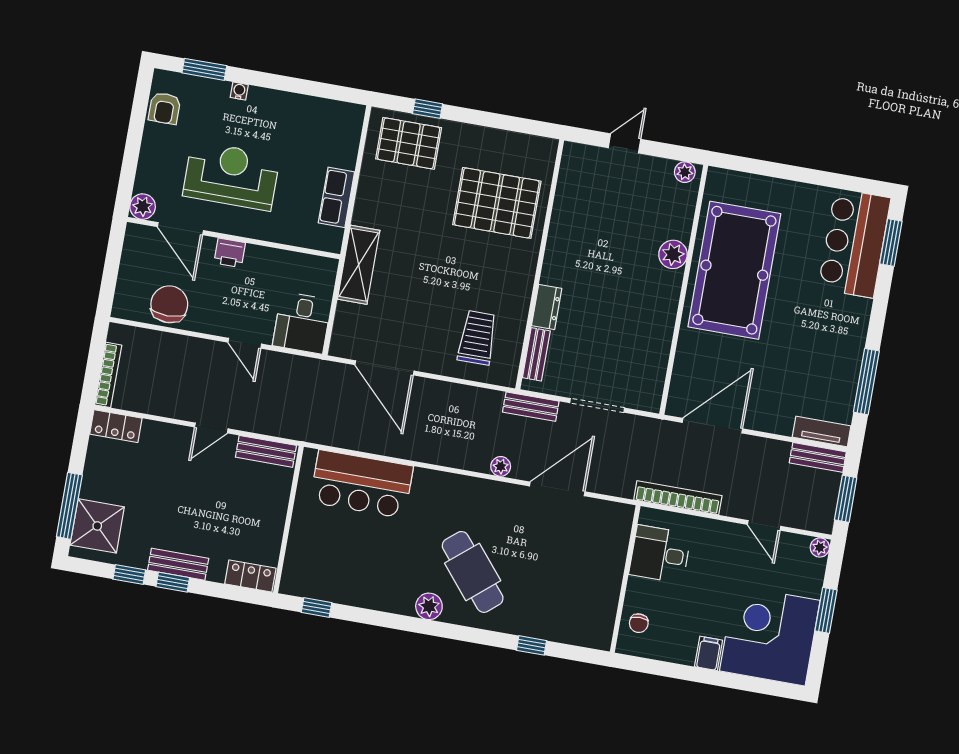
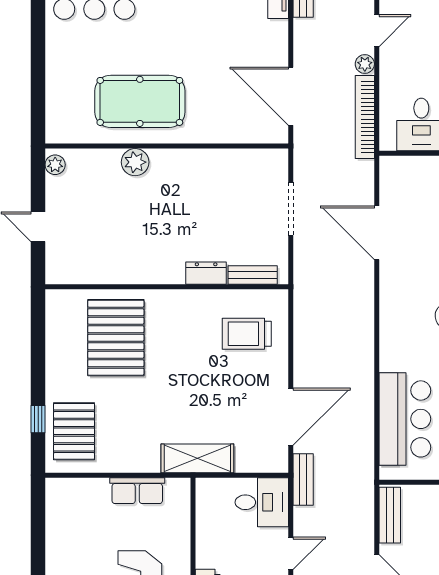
pool table: (734, 270) -> (140, 101), width x0.73, depth x0.76
bench: (531, 407) -> (303, 479), moved
plant: (501, 466) -> (365, 64), moved

